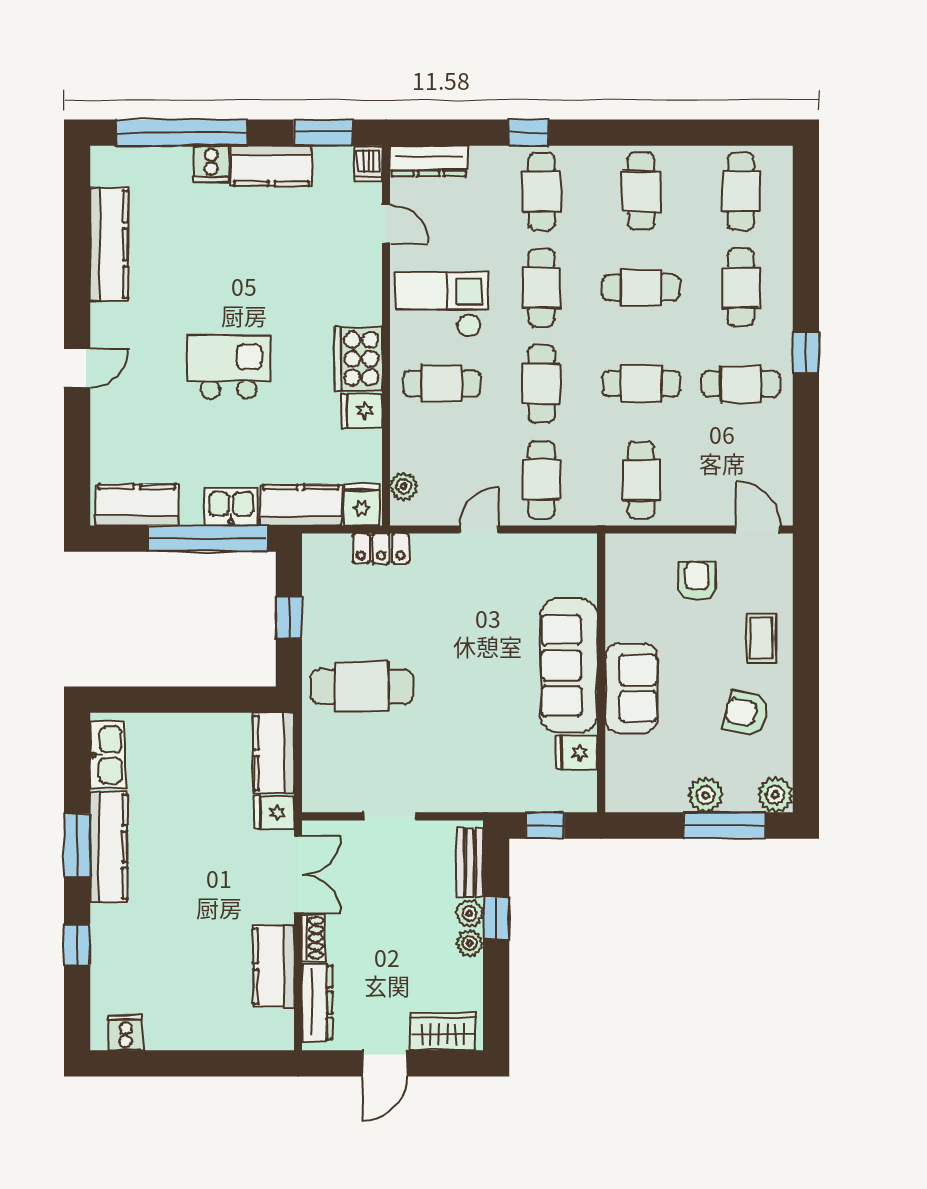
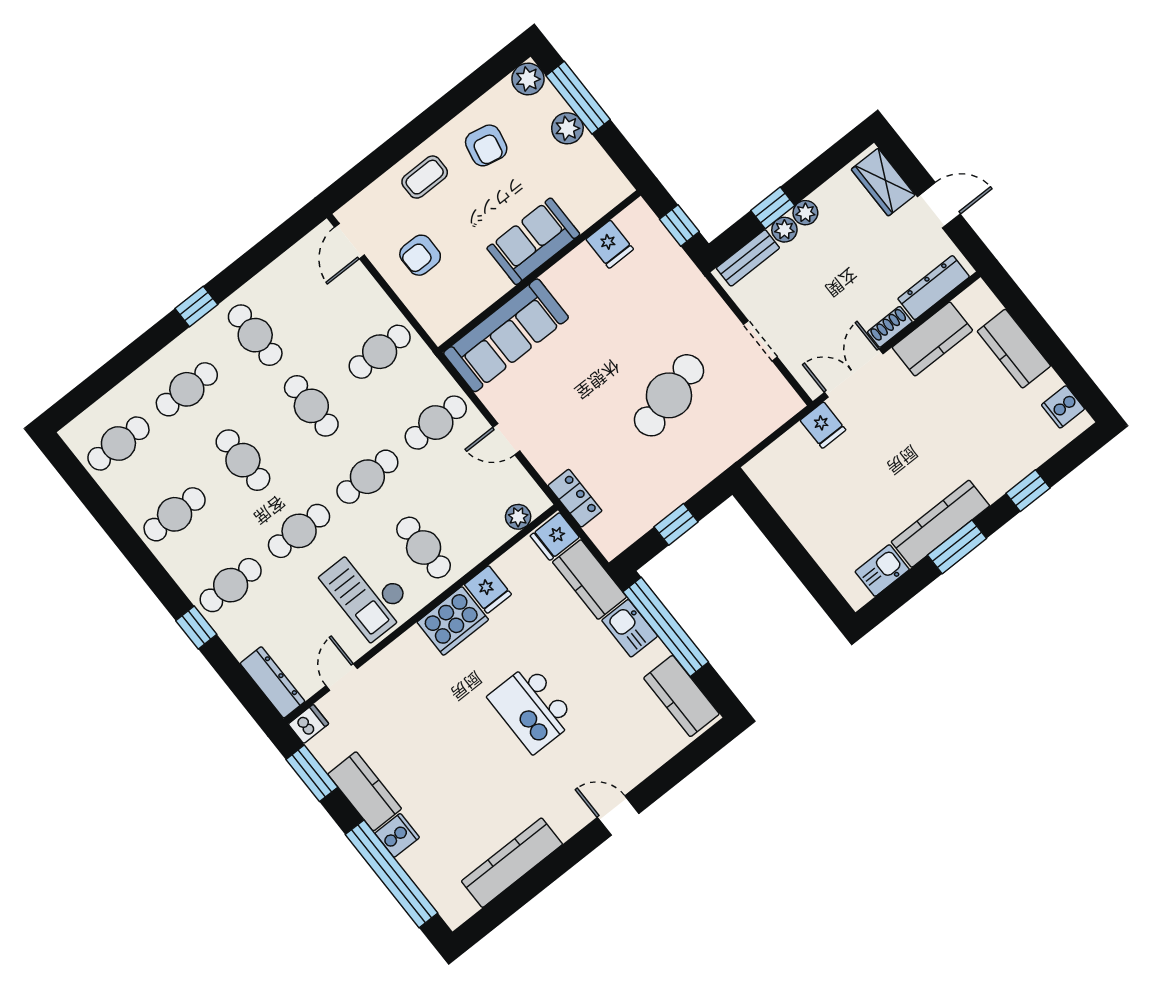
sofa: (569, 665) -> (506, 335), moved
cafe table: (362, 687) -> (669, 395), moved, turned 75
kitchen counter: (274, 753) -> (1014, 349), moved, turned 90
kitchen sink: (108, 755) -> (882, 571), width x0.73

